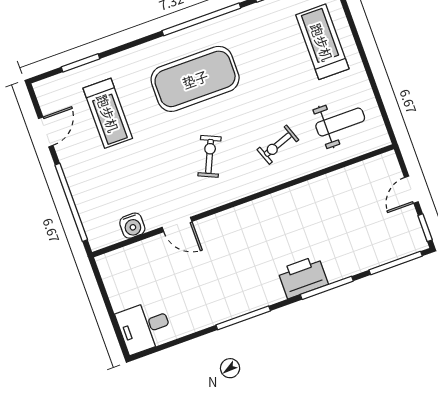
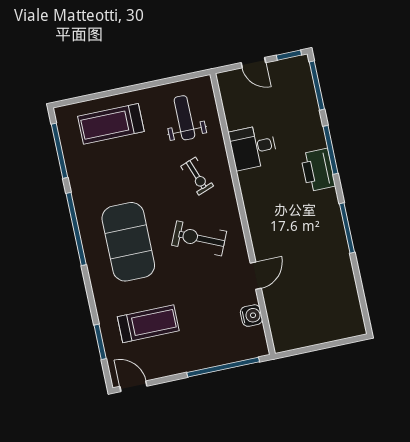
door: (46, 132) -> (133, 386), moved
exercise bike: (209, 156) -> (199, 238), width x1.38, depth x1.39
desk: (144, 327) -> (253, 147), moved, turned 90

